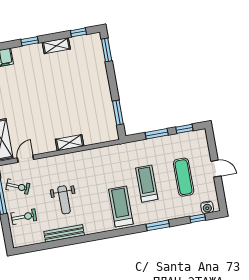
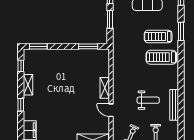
door: (26, 159) -> (111, 110), moved
treadmill: (147, 184) -> (158, 37), moved

